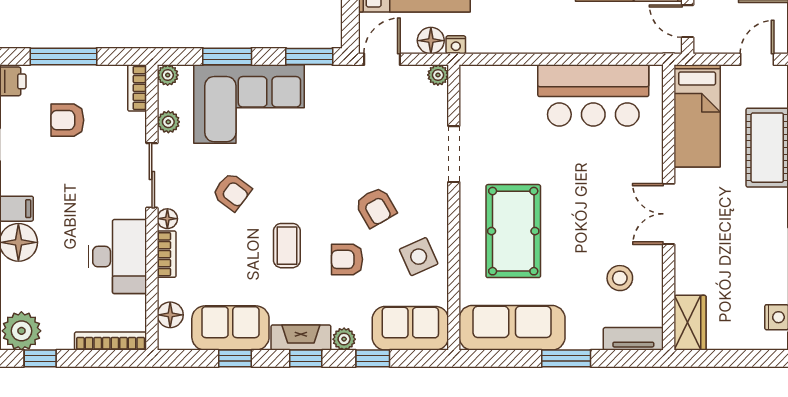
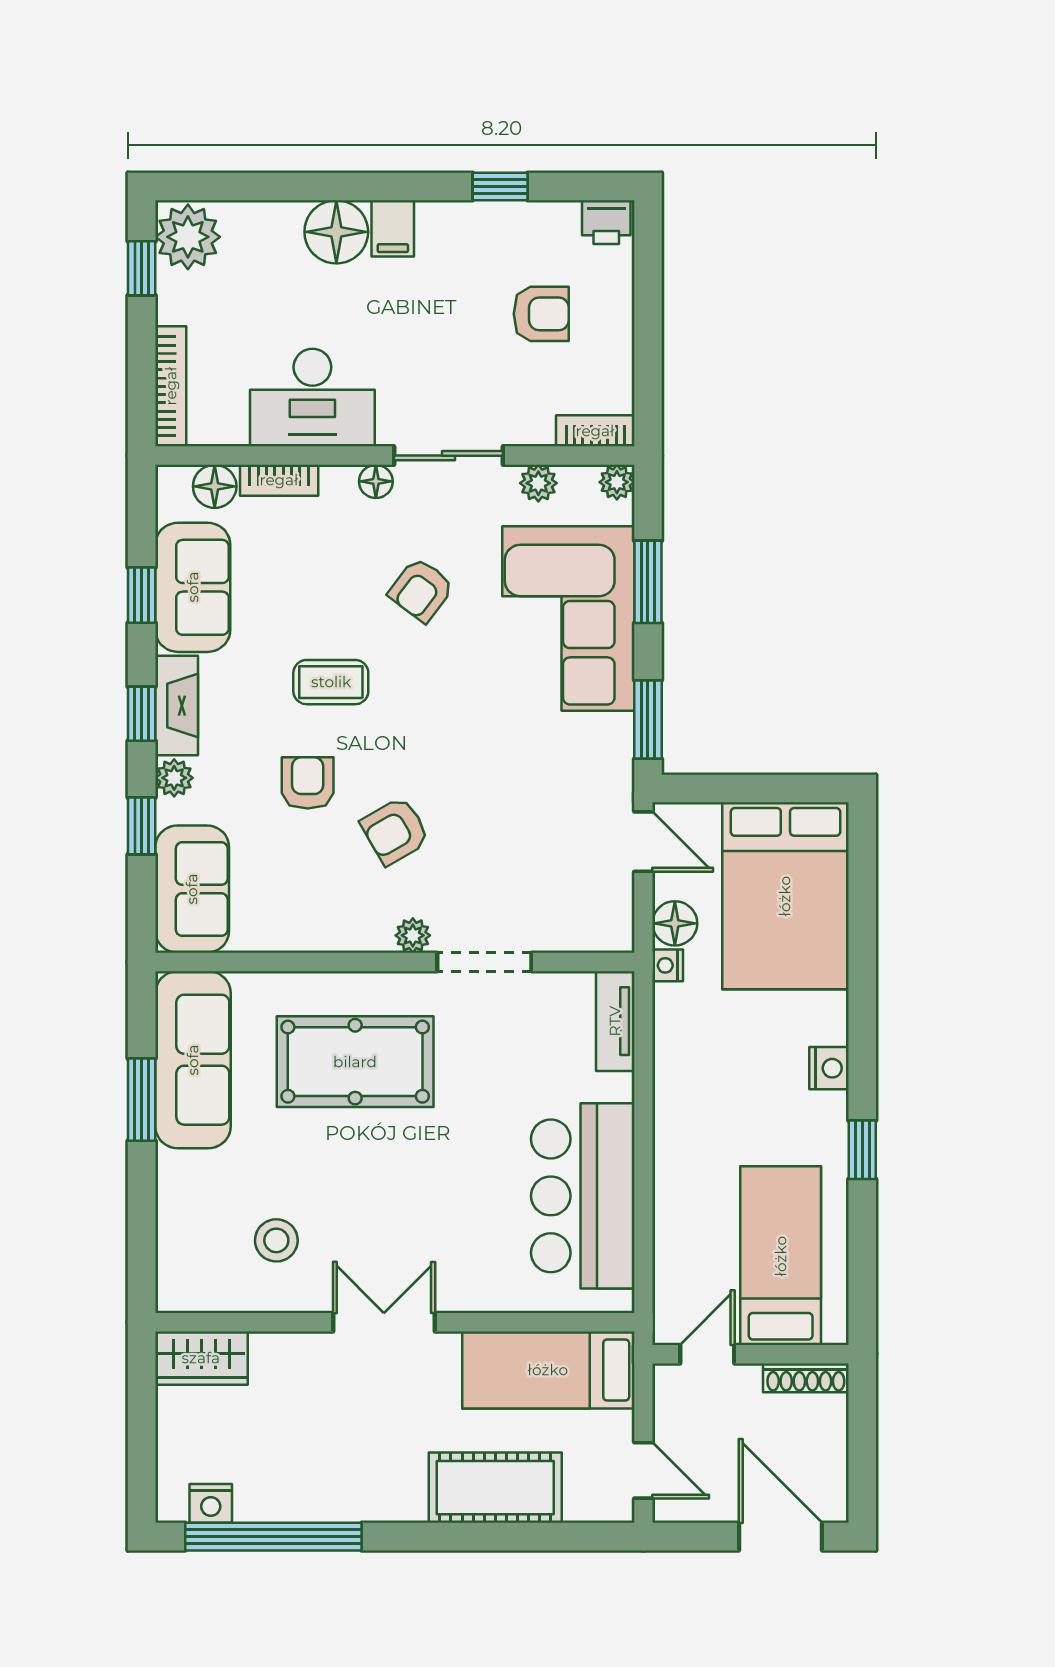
window: (63, 57) -> (648, 307), removed
plant: (438, 75) -> (413, 935), moved
armchair: (67, 120) -> (541, 314), turned 90
bookcase: (167, 254) -> (279, 480), moved
side table: (419, 257) -> (312, 903), removed
tv unit: (633, 339) -> (615, 1021), moved, turned 180
window: (566, 358) -> (142, 1100), moved

